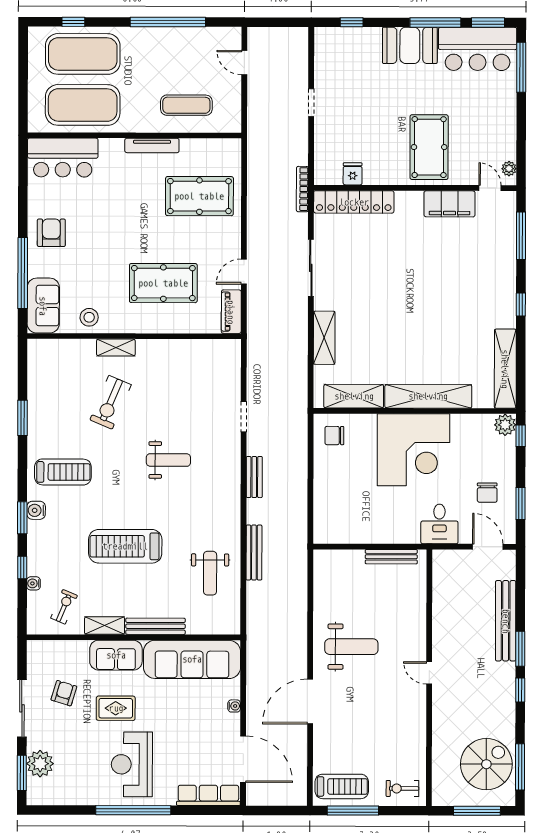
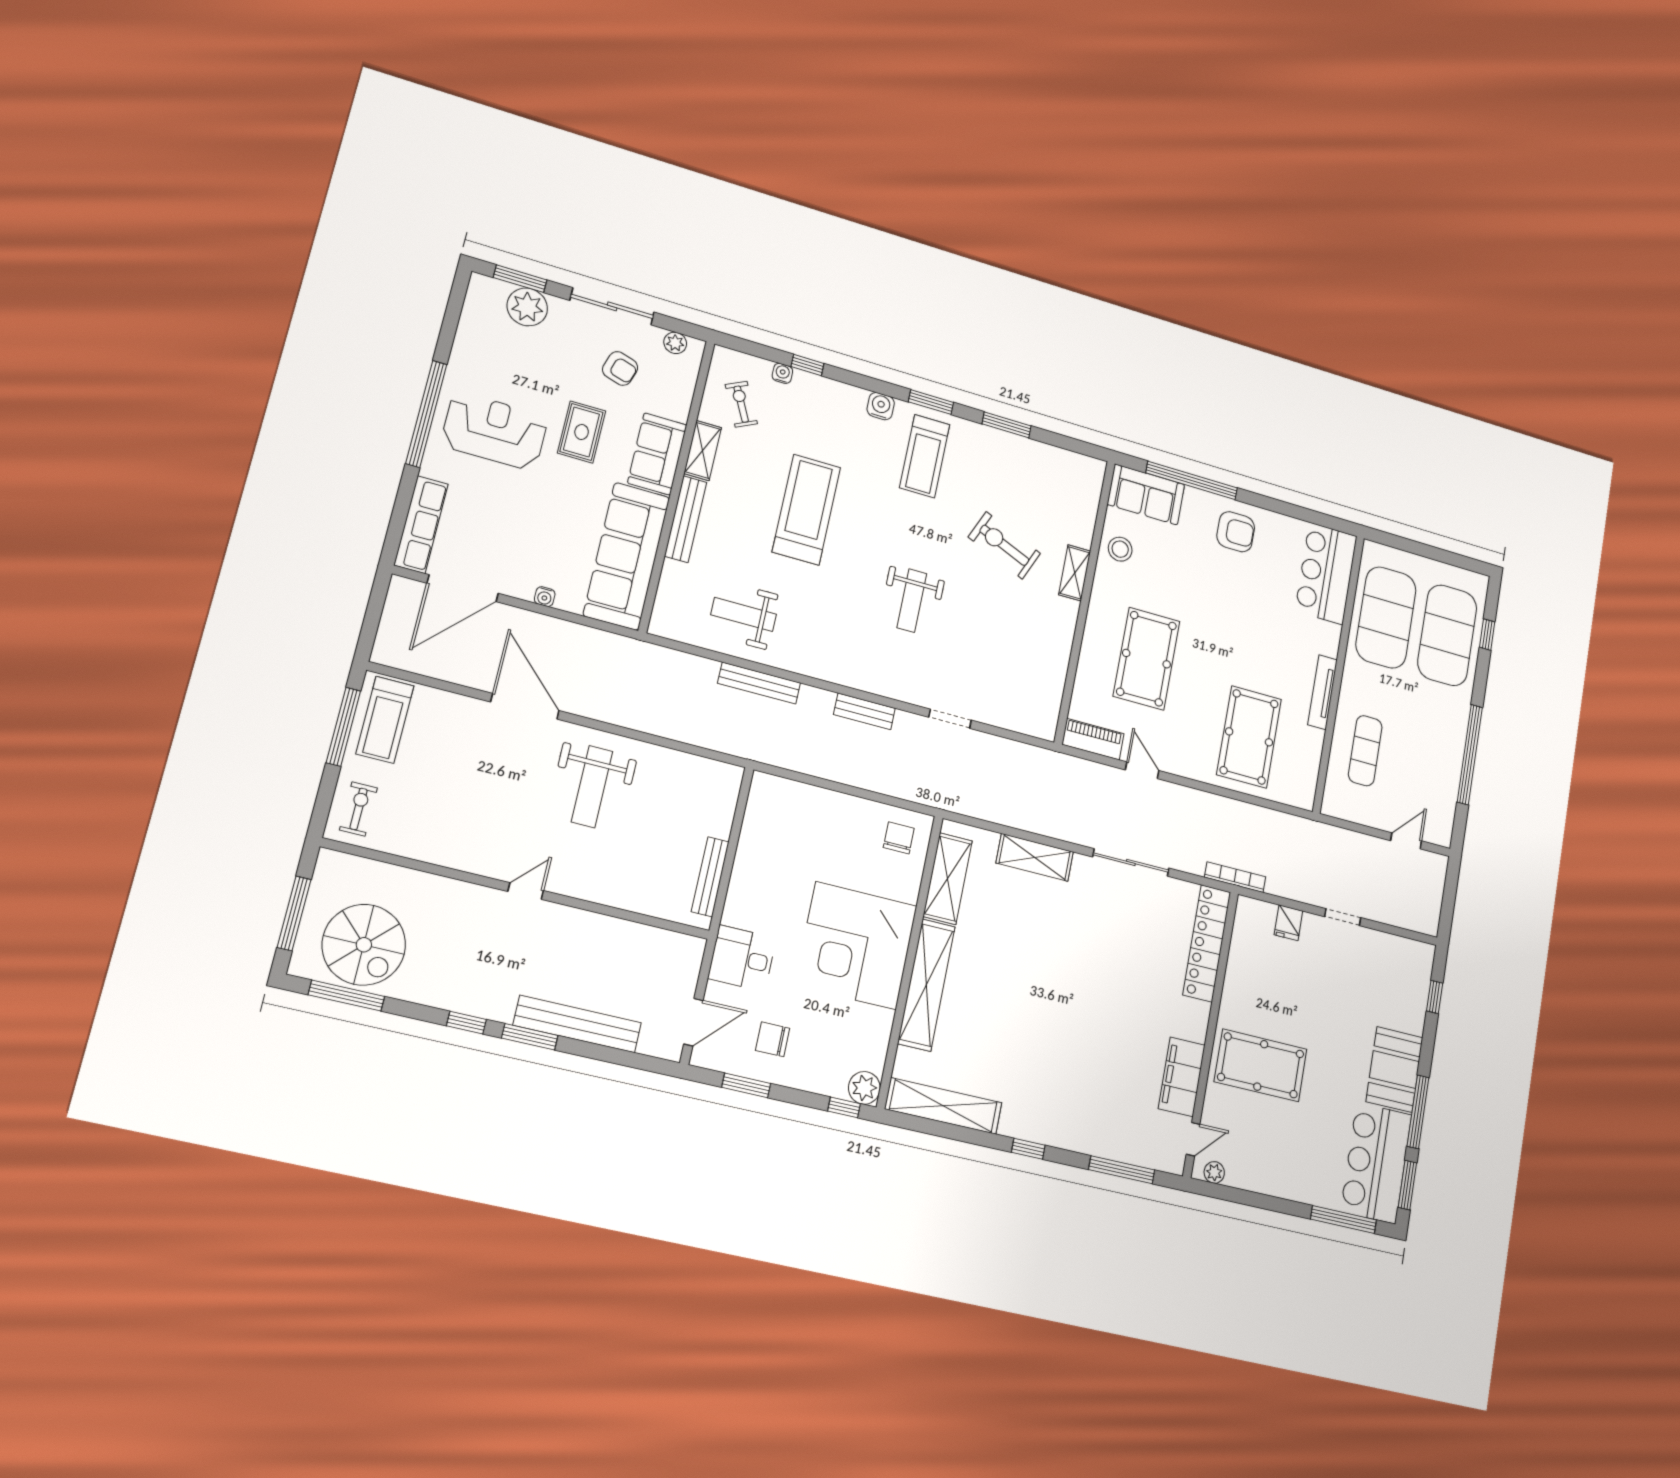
fridge: (353, 174) -> (1288, 923), moved, turned 90
window: (22, 518) -> (931, 402), moved
exercise bike: (64, 607) -> (741, 404), turned -139
plant: (34, 661) -> (675, 343), added

